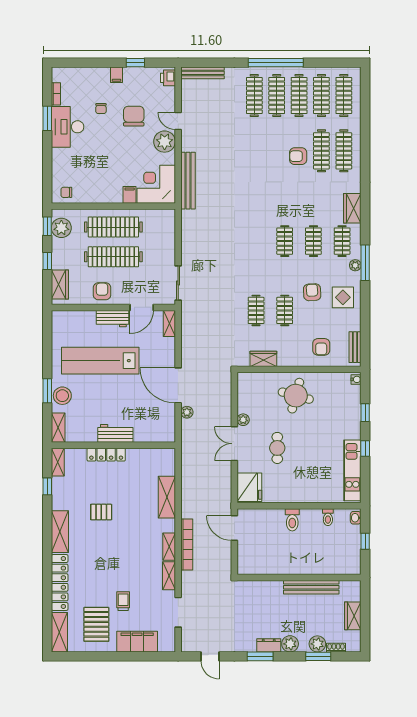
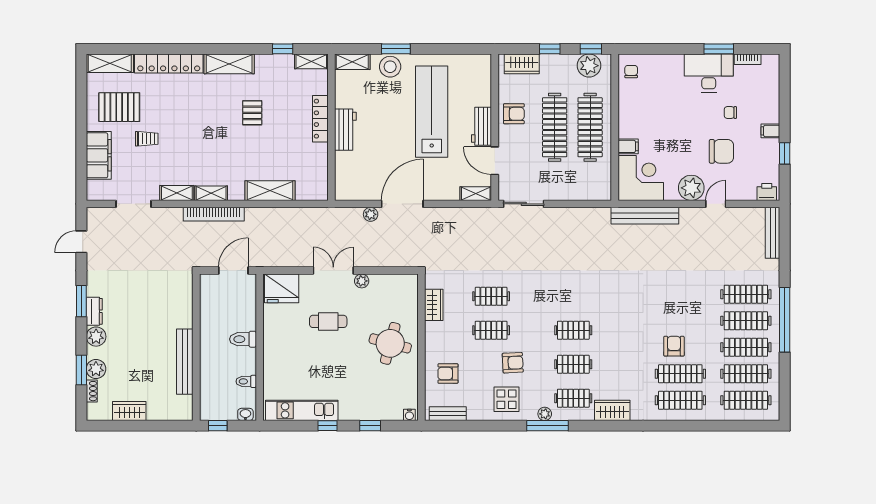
wall: (299, 578) -> (196, 347), moved
bench: (311, 587) -> (185, 362), moved

